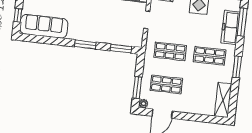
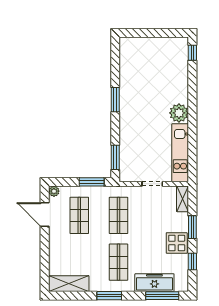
window: (18, 15) -> (140, 33), removed
sofa: (44, 26) -> (131, 65), removed
window: (85, 44) -> (115, 100), moved
window: (137, 88) -> (92, 182), moved

